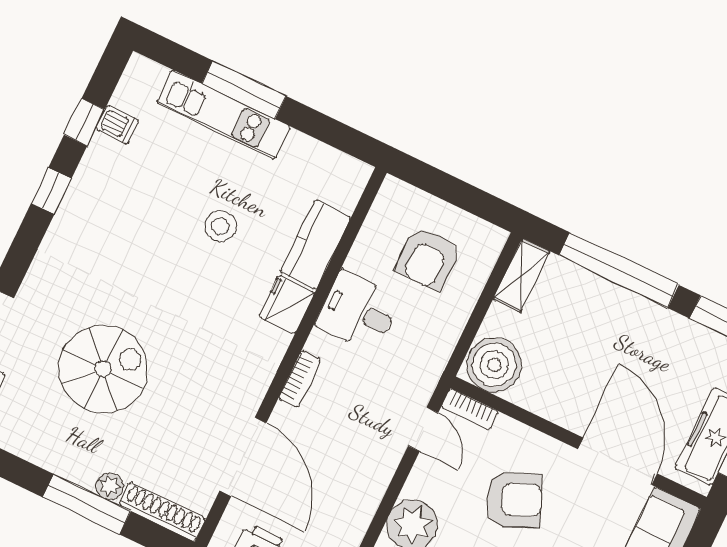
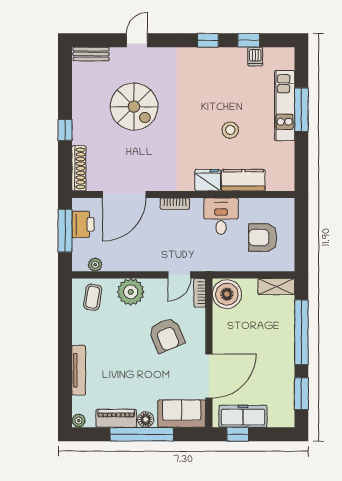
plant: (110, 486) -> (79, 137), removed
window: (87, 504) -> (65, 130), width x0.46

